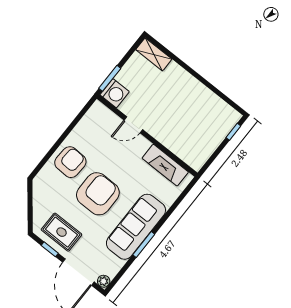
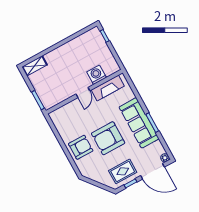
washing machine: (115, 93) -> (97, 75), moved, turned -90
door: (133, 125) -> (83, 92), moved
armchair: (70, 162) -> (81, 147), turned 87
armchair: (98, 194) -> (108, 138), turned -90

